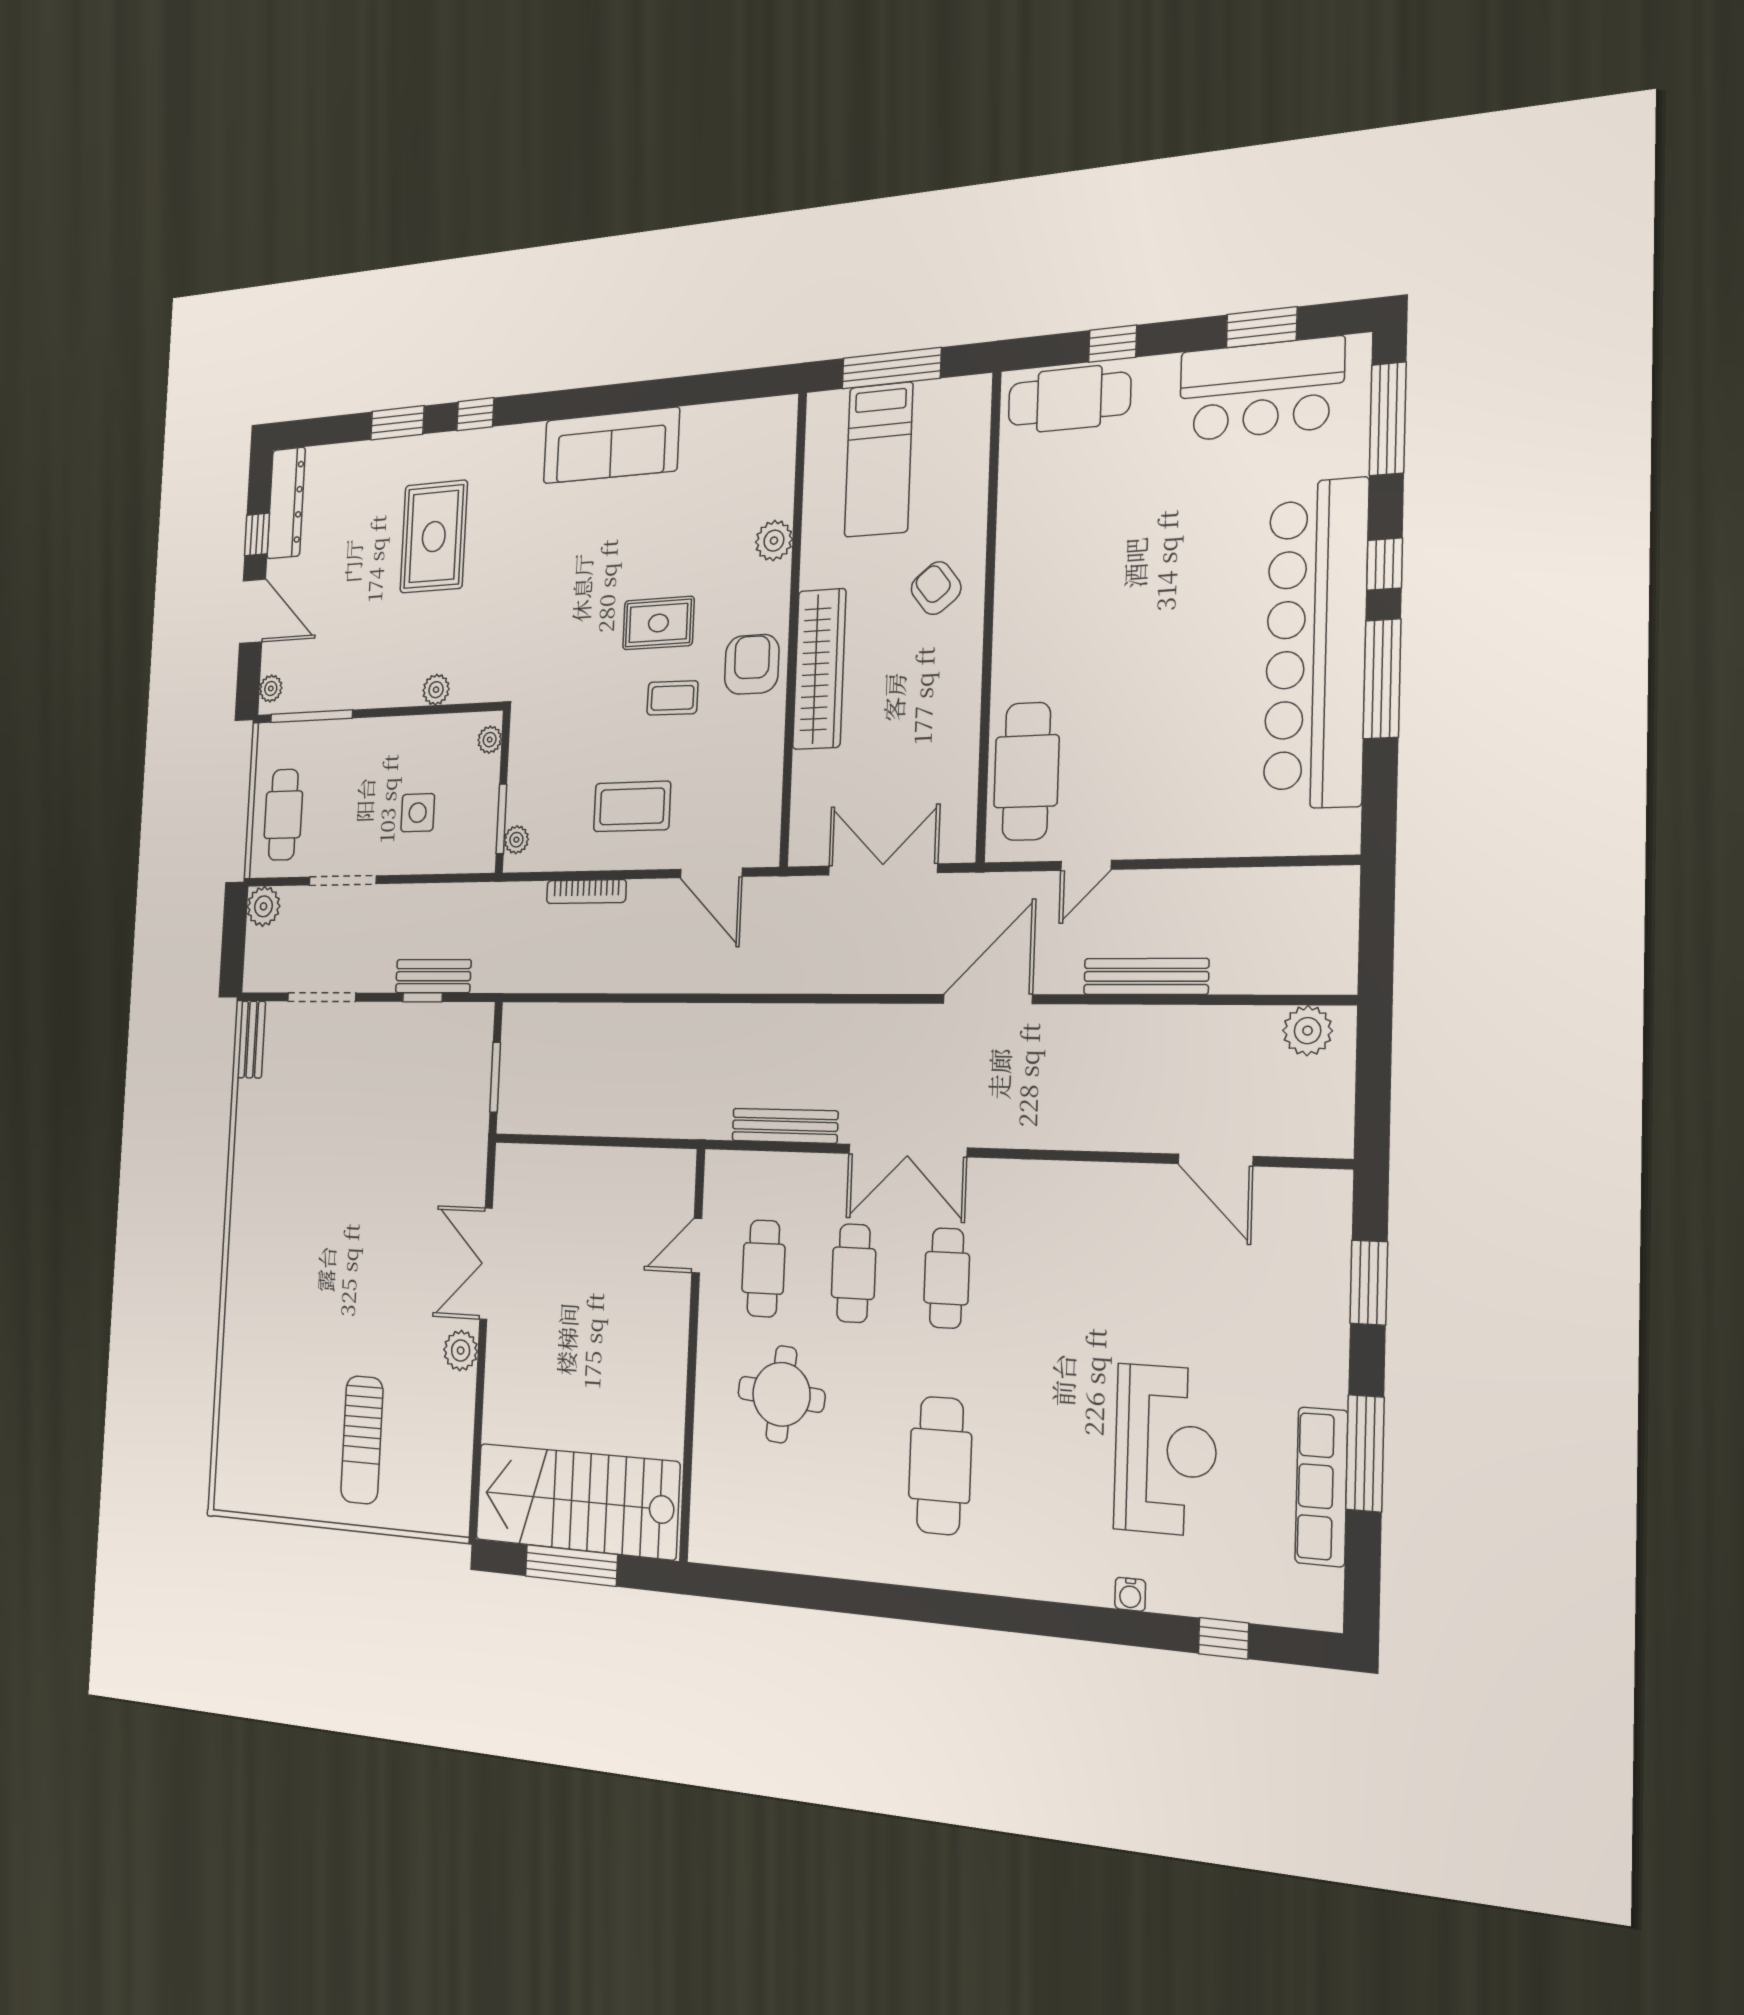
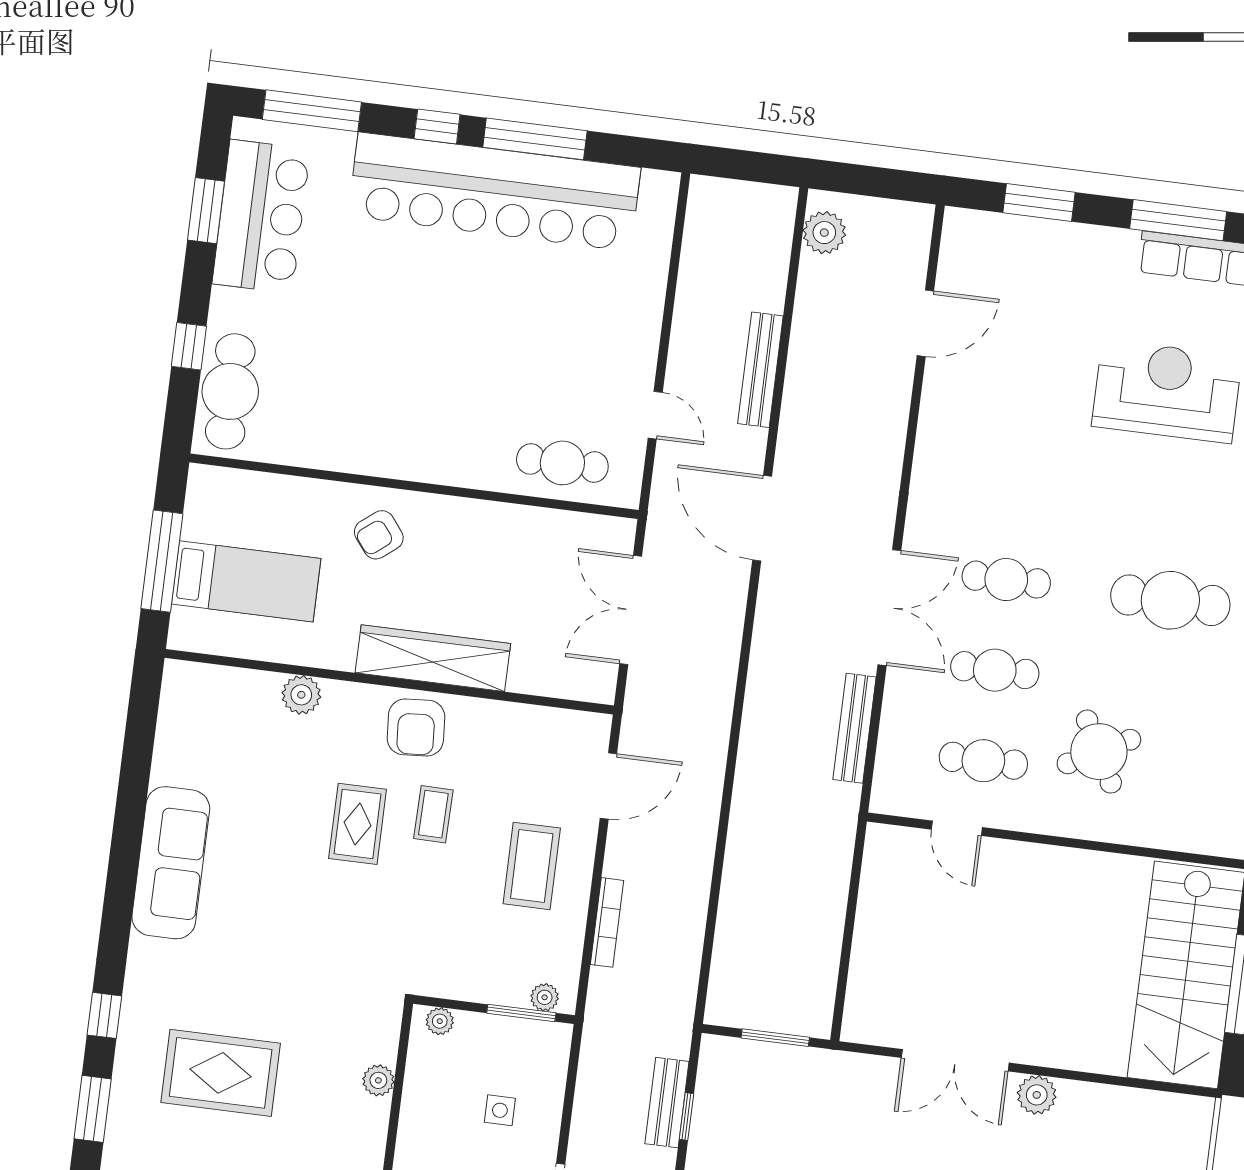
armchair: (752, 664) -> (416, 727), turned -94
cafe table: (1026, 771) -> (562, 463), width x0.73, depth x0.74
side table: (418, 813) -> (500, 1110), width x0.73, depth x0.73
round table: (781, 1394) -> (1099, 752), turned -33

